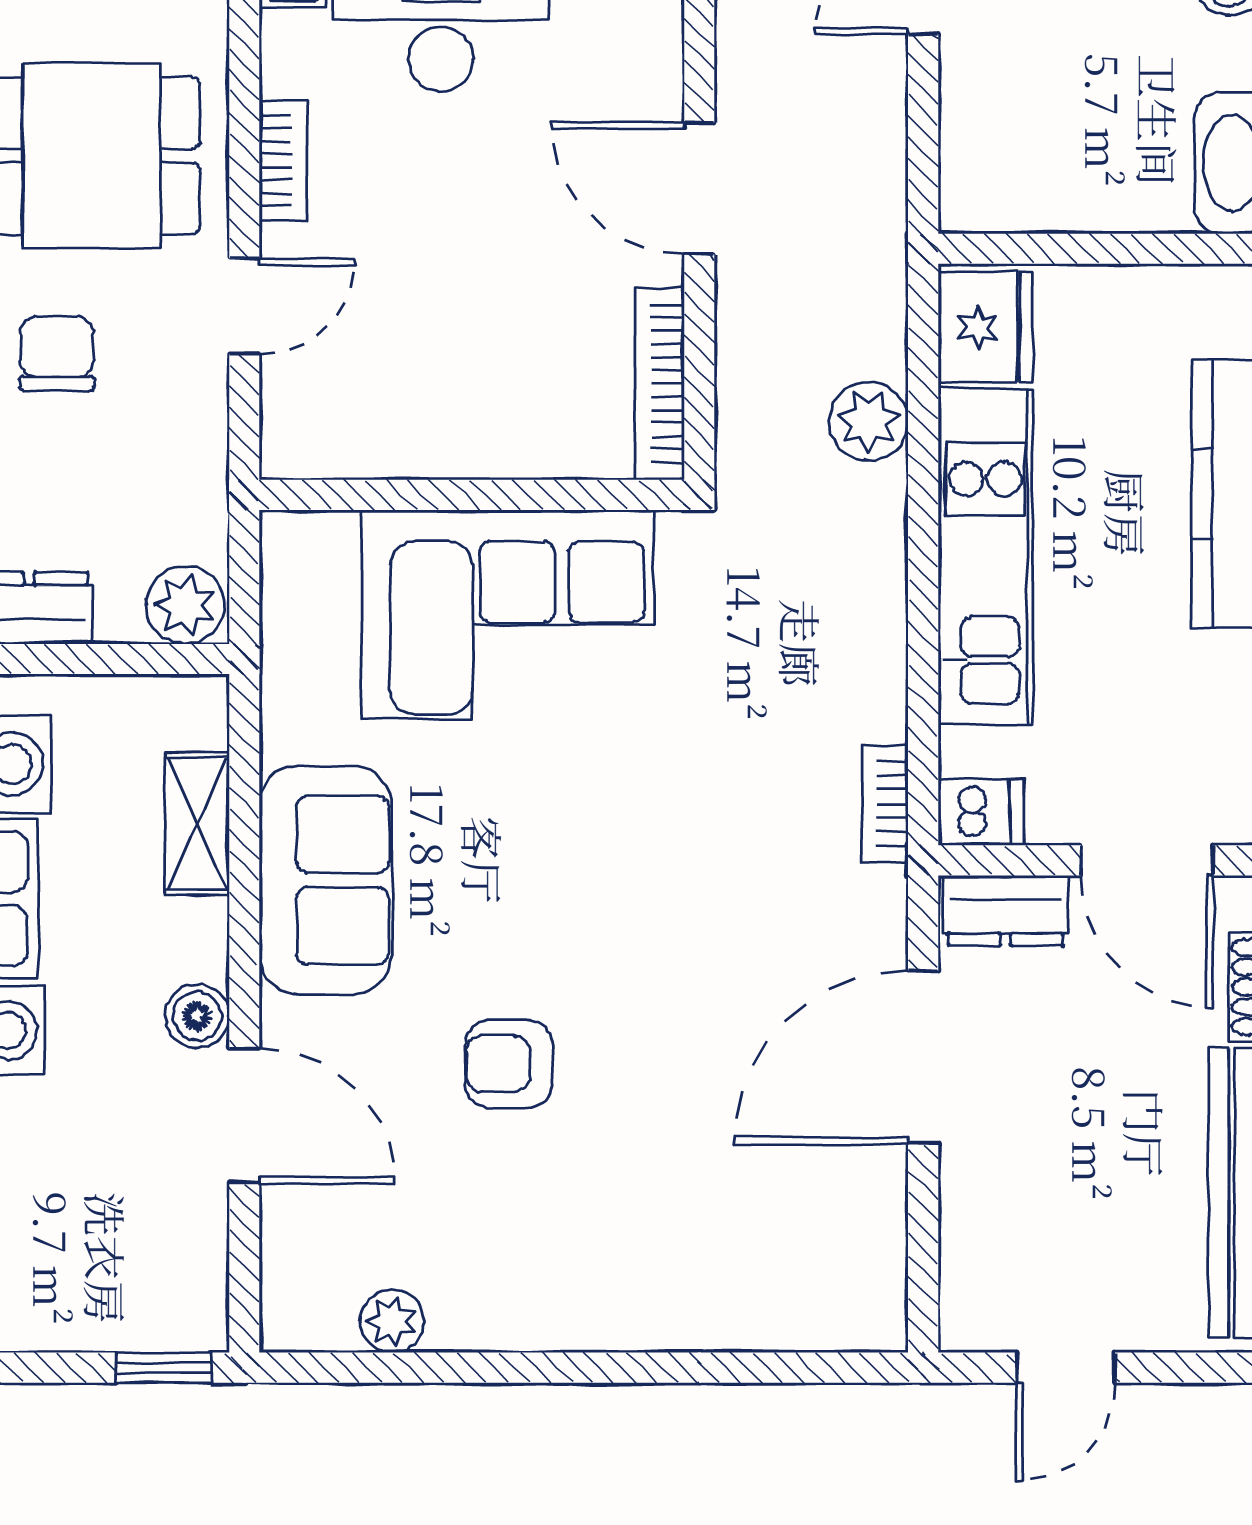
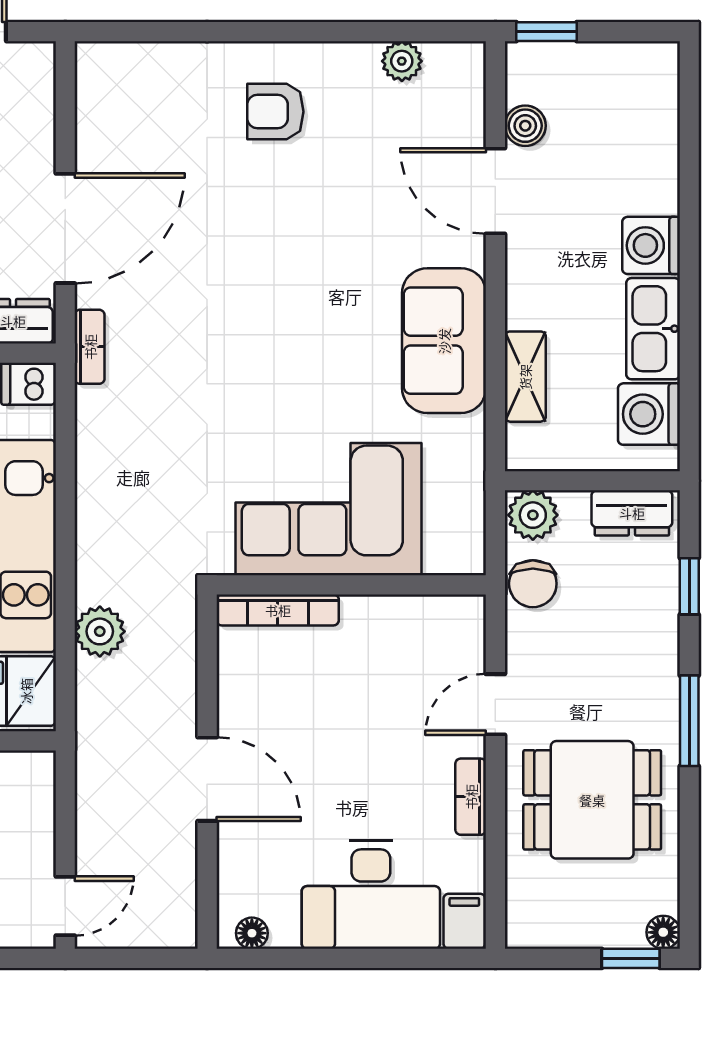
chair: (57, 354) -> (533, 584), moved
bookcase: (660, 384) -> (278, 610), moved, turned 90
bookcase: (885, 804) -> (90, 347), moved
boiler: (197, 1016) -> (525, 126), moved
armchair: (509, 1064) -> (275, 112), moved, turned 180

